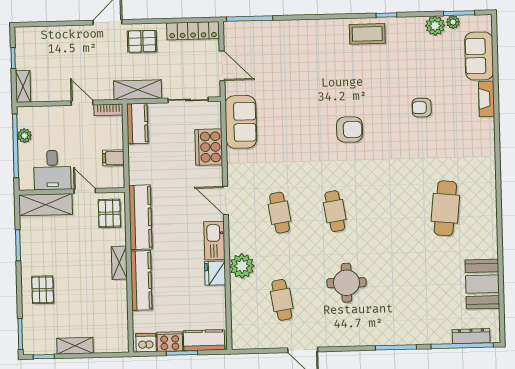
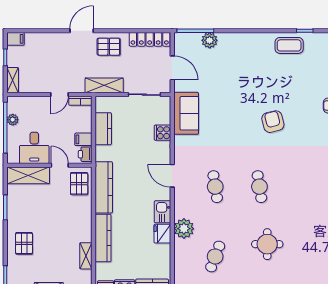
plant: (268, 30) -> (210, 40), added
filing cabinet: (25, 35) -> (15, 39), added
door: (82, 103) -> (59, 95), swing flipped
kitchen counter: (137, 124) -> (103, 129), moved
armchair: (349, 129) -> (273, 122), turned -104
cooker: (209, 147) -> (162, 133), width x0.53, depth x0.76
printer: (116, 176) -> (85, 154), added
kitchen sink: (214, 241) -> (163, 212), width x0.73
shelving: (119, 263) -> (86, 256), moved
cafe table: (282, 300) -> (215, 256), turned 30

